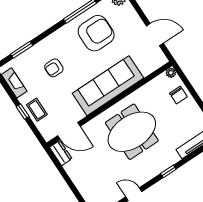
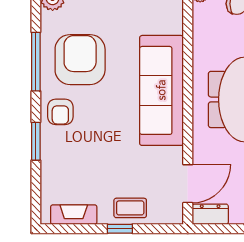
window: (22, 50) -> (36, 141), moved
armchair: (54, 68) -> (60, 112), moved

